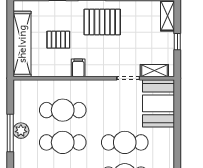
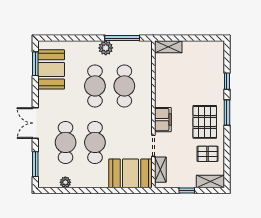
pallet: (58, 40) -> (208, 154), moved, turned 90
shelving: (22, 44) -> (168, 47), width x0.45, depth x0.75
filing cabinet: (78, 68) -> (163, 120), moved, width x2.00
window: (10, 133) -> (122, 38), moved

